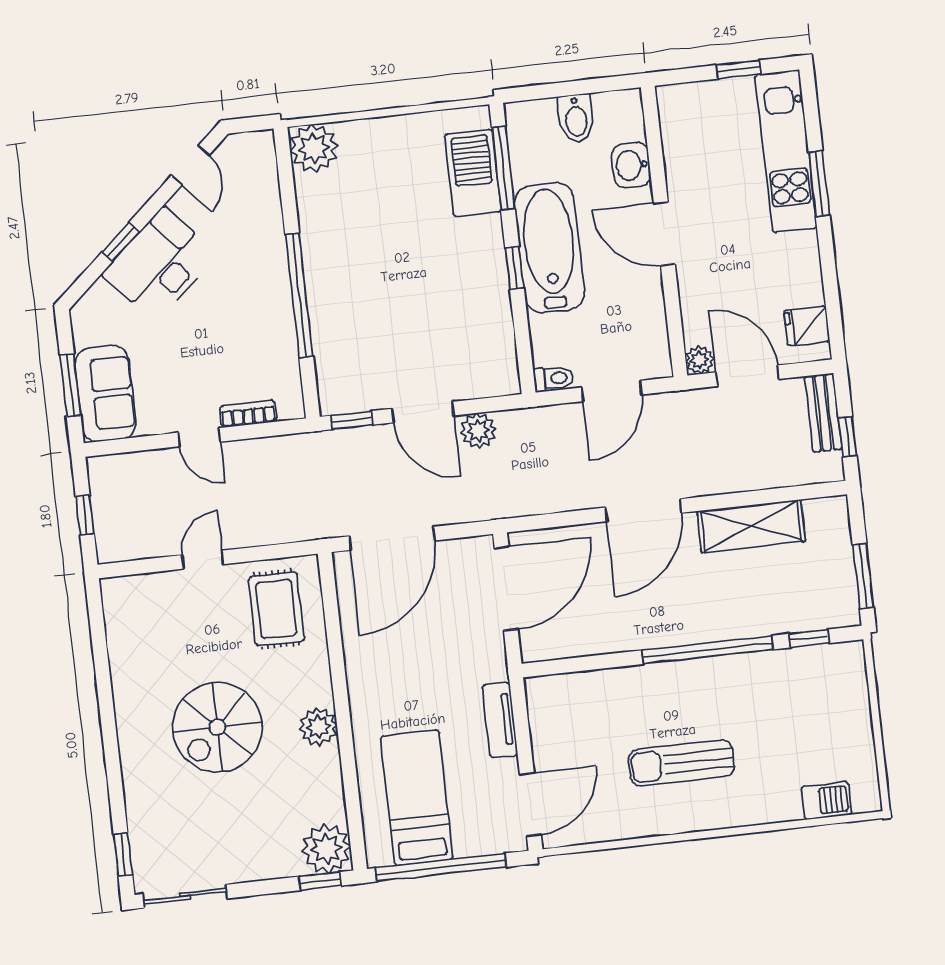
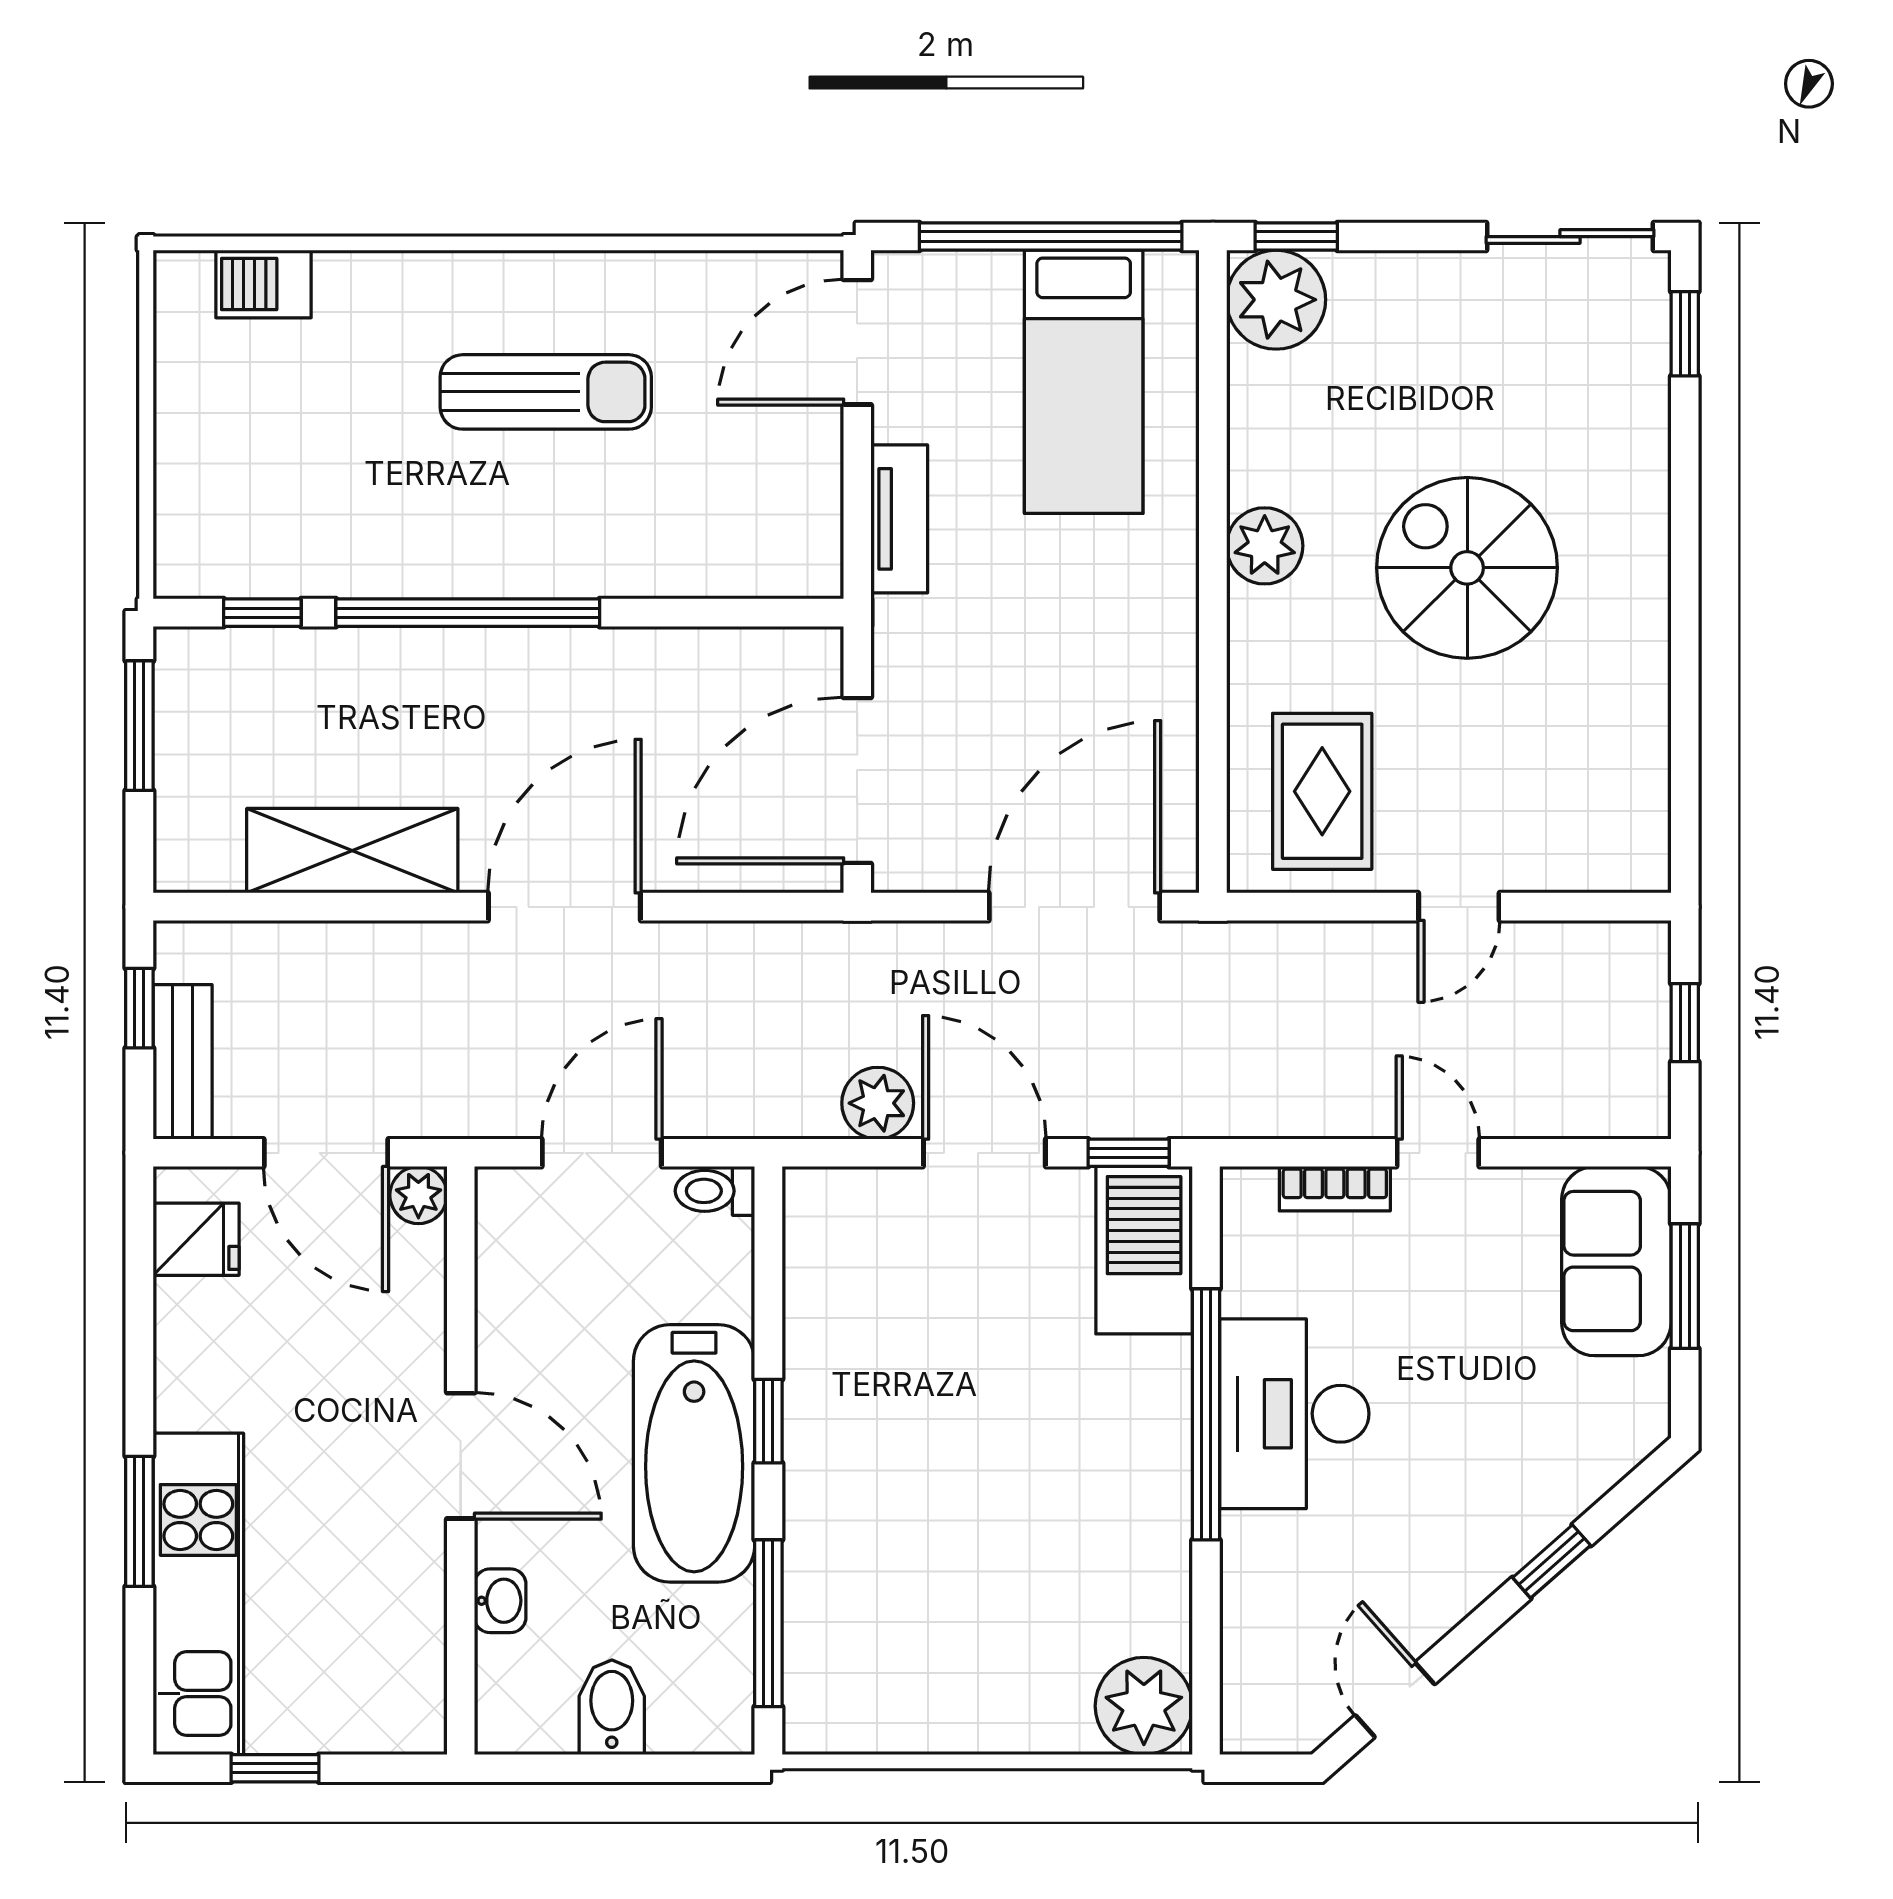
washbasin: (631, 165) -> (500, 1601), width x0.72, depth x0.69
barbecue: (473, 173) -> (1144, 1250), moved, turned 180
desk: (160, 264) -> (1294, 1414), moved, turned 131
spiral stairs: (217, 727) -> (1467, 568), turned -90

